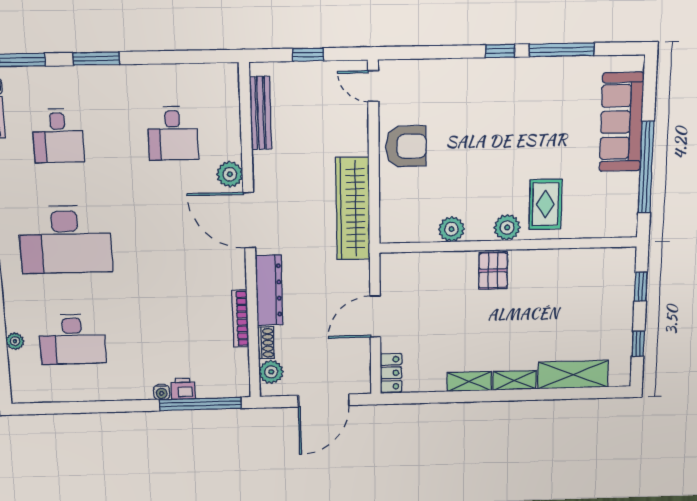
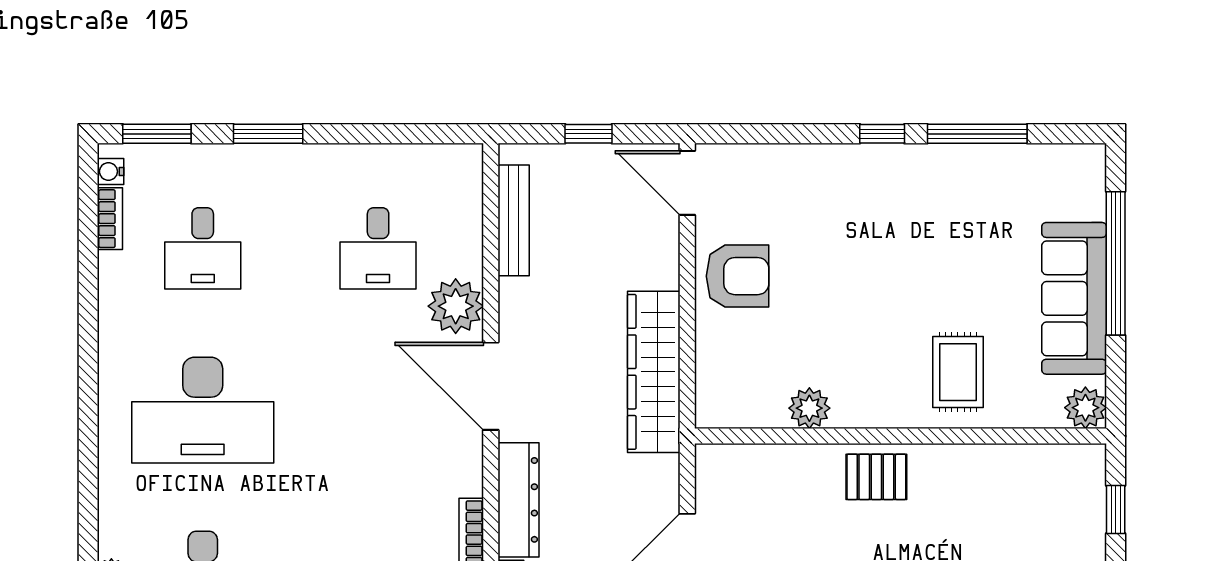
door: (373, 86) -> (687, 183), width x1.38
sofa: (622, 122) -> (1074, 298), moved
window: (646, 167) -> (1116, 263), moved
plant: (230, 174) -> (456, 306), width x1.36, depth x1.36
plant: (507, 227) -> (1085, 408), moved
pallet: (493, 271) -> (876, 477), turned 90

